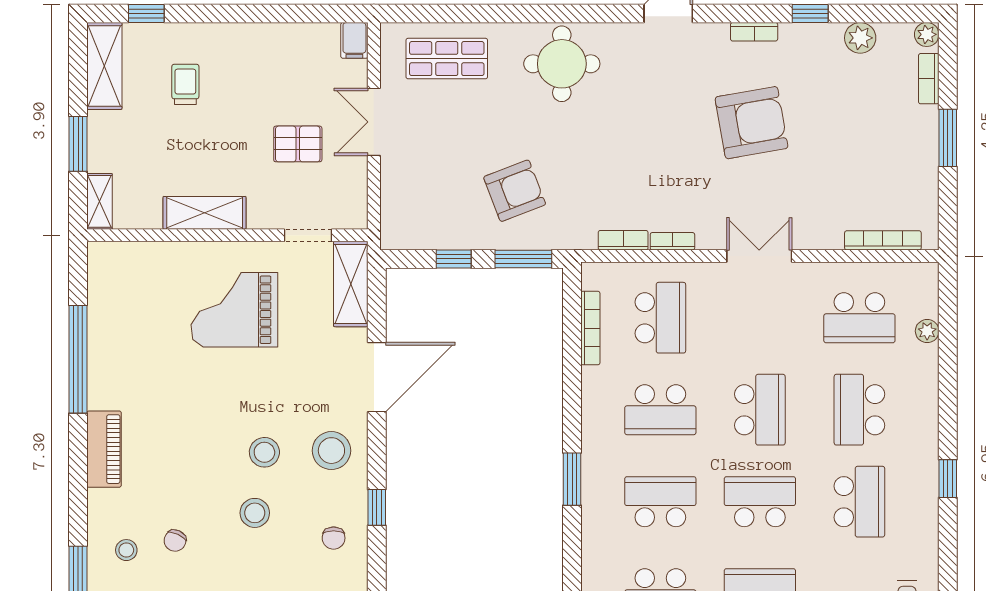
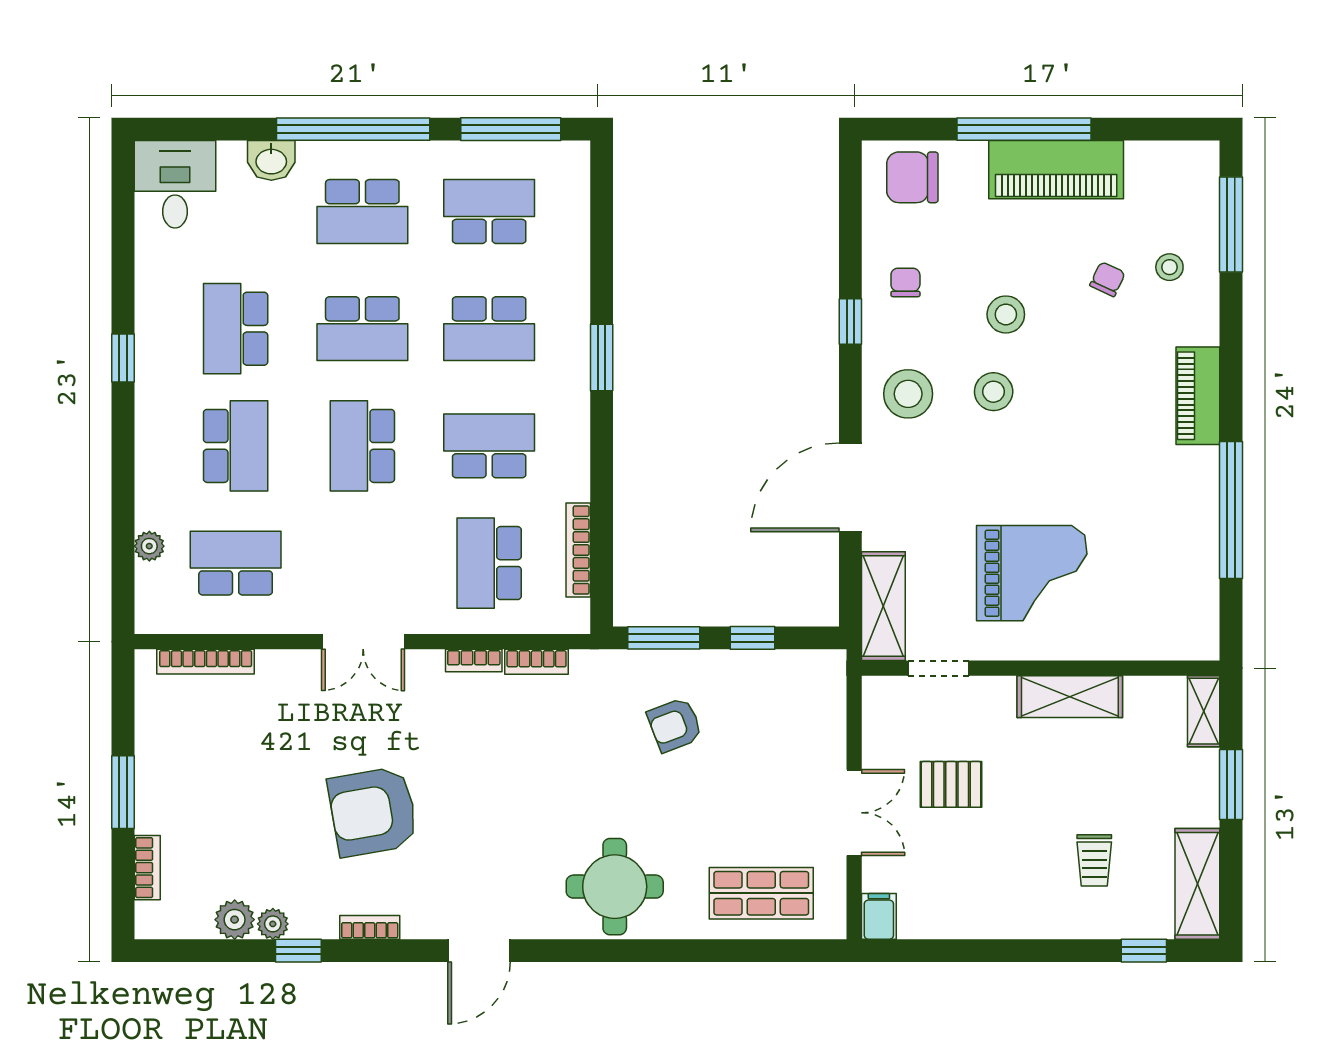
plant: (927, 34) -> (273, 924), moved
armchair: (515, 191) -> (675, 725), width x0.72, depth x0.72

